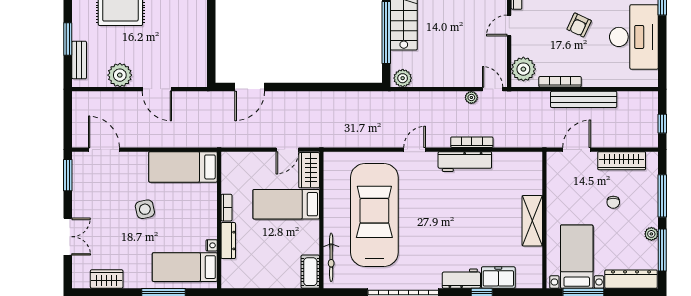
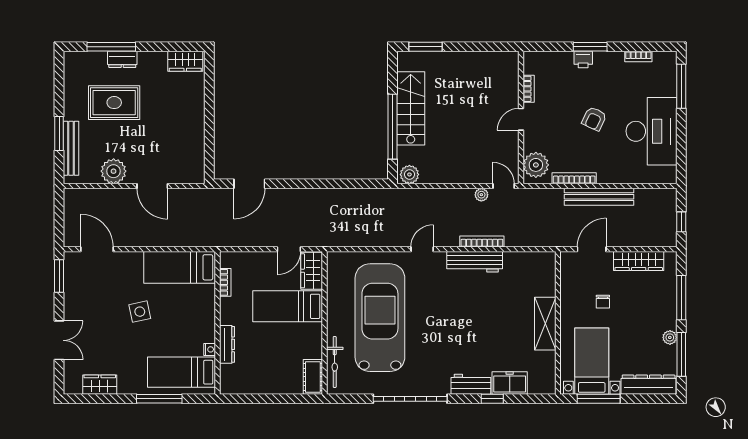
bench: (79, 60) -> (71, 148), width x1.36
chair: (613, 202) -> (603, 302), moved
bookcase: (227, 208) -> (225, 282), moved

